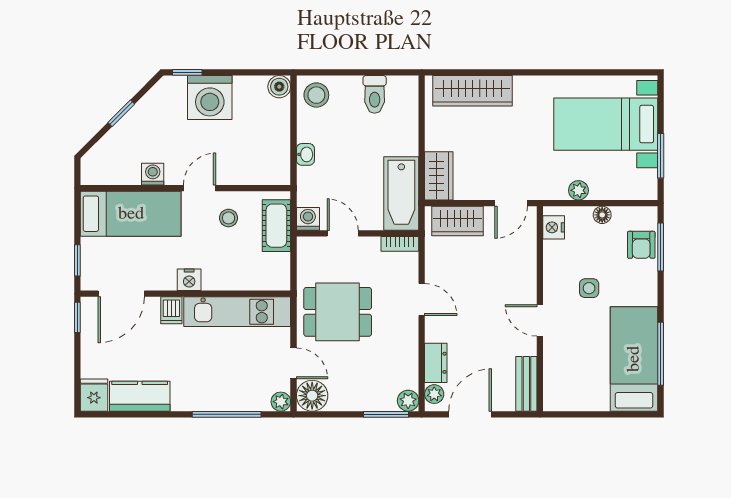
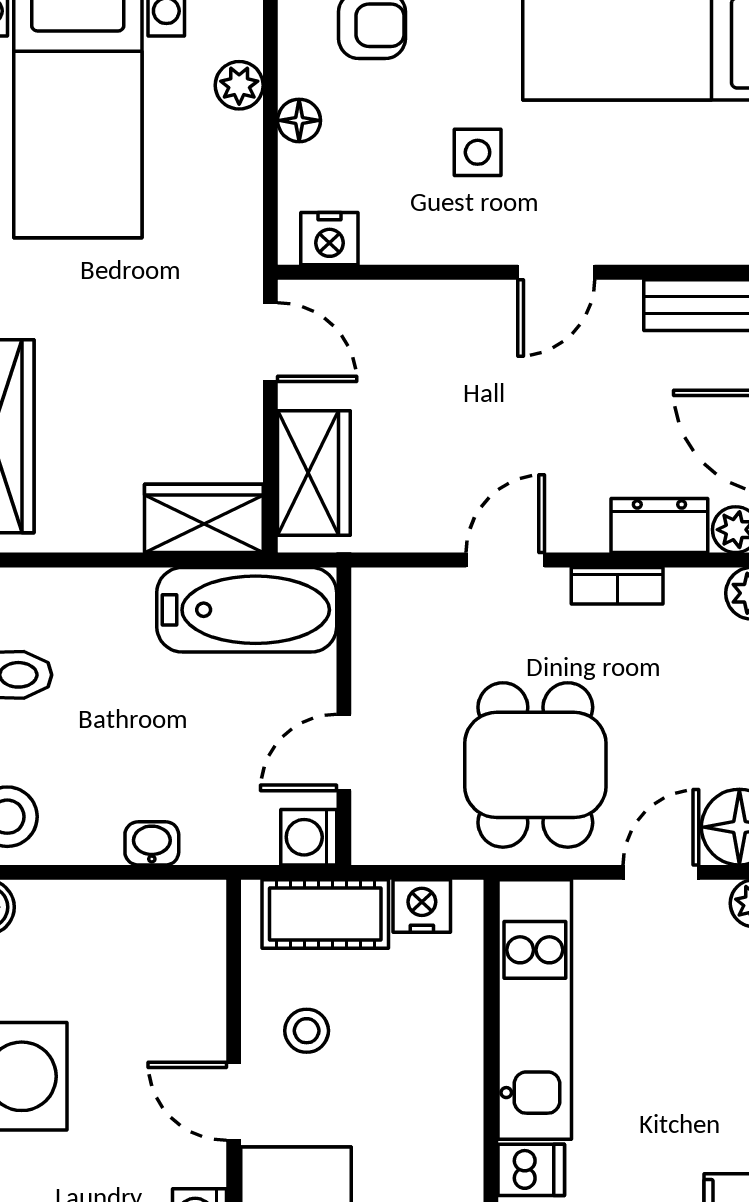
plant: (578, 190) -> (239, 85), moved
bookcase: (400, 244) -> (617, 586), moved, turned 90
nightstand: (189, 280) -> (422, 906), moved, turned -90

